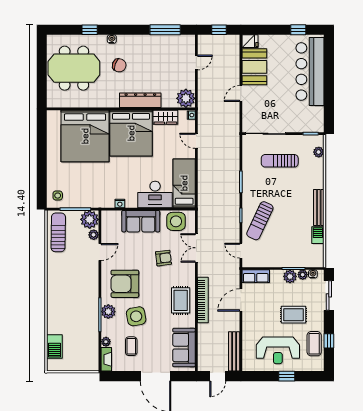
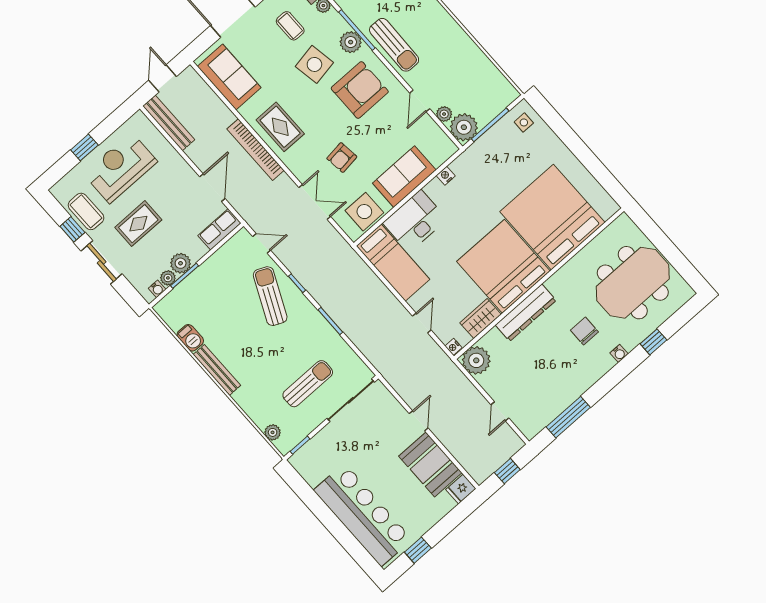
chair: (119, 65) -> (584, 331), turned 69
door: (196, 141) -> (422, 323), hinge flipped
sun lounger: (58, 232) -> (394, 45), moved
sliding door: (329, 295) -> (102, 262), moved

